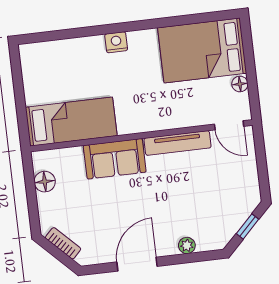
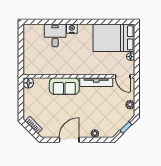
desk: (84, 60) -> (55, 35), added
bed: (71, 122) -> (45, 65), removed
plant: (250, 180) -> (130, 105), added
floor lamp: (45, 182) -> (28, 83), moved

